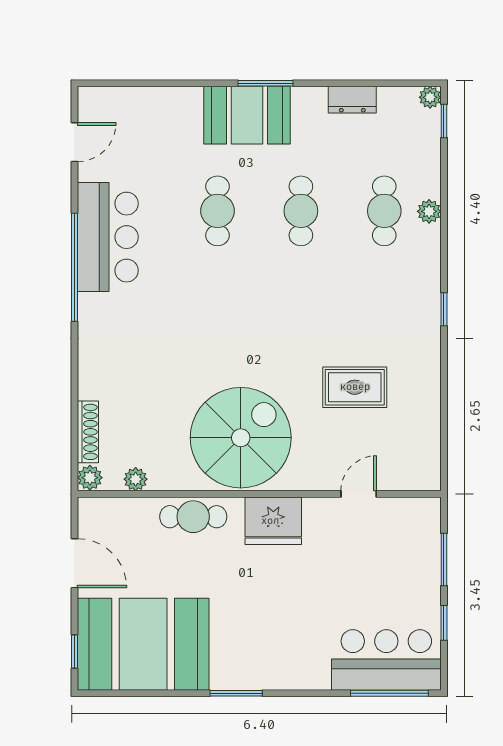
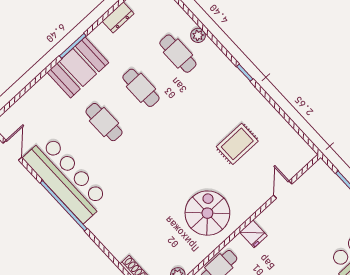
bar counter: (108, 237) -> (66, 179), width x1.36
spiral stairs: (241, 438) -> (207, 213), width x0.73, depth x0.73
fridge: (273, 521) -> (253, 234), width x0.53, depth x0.75

